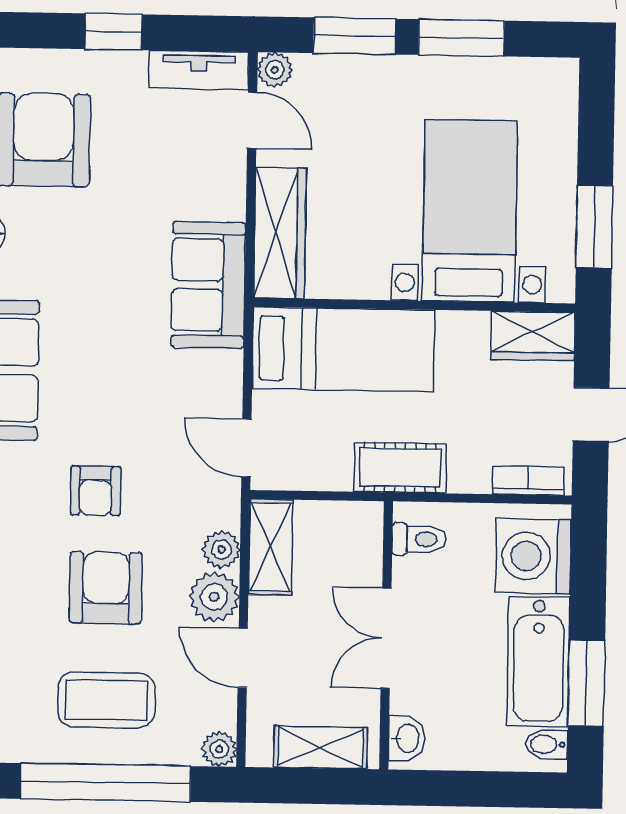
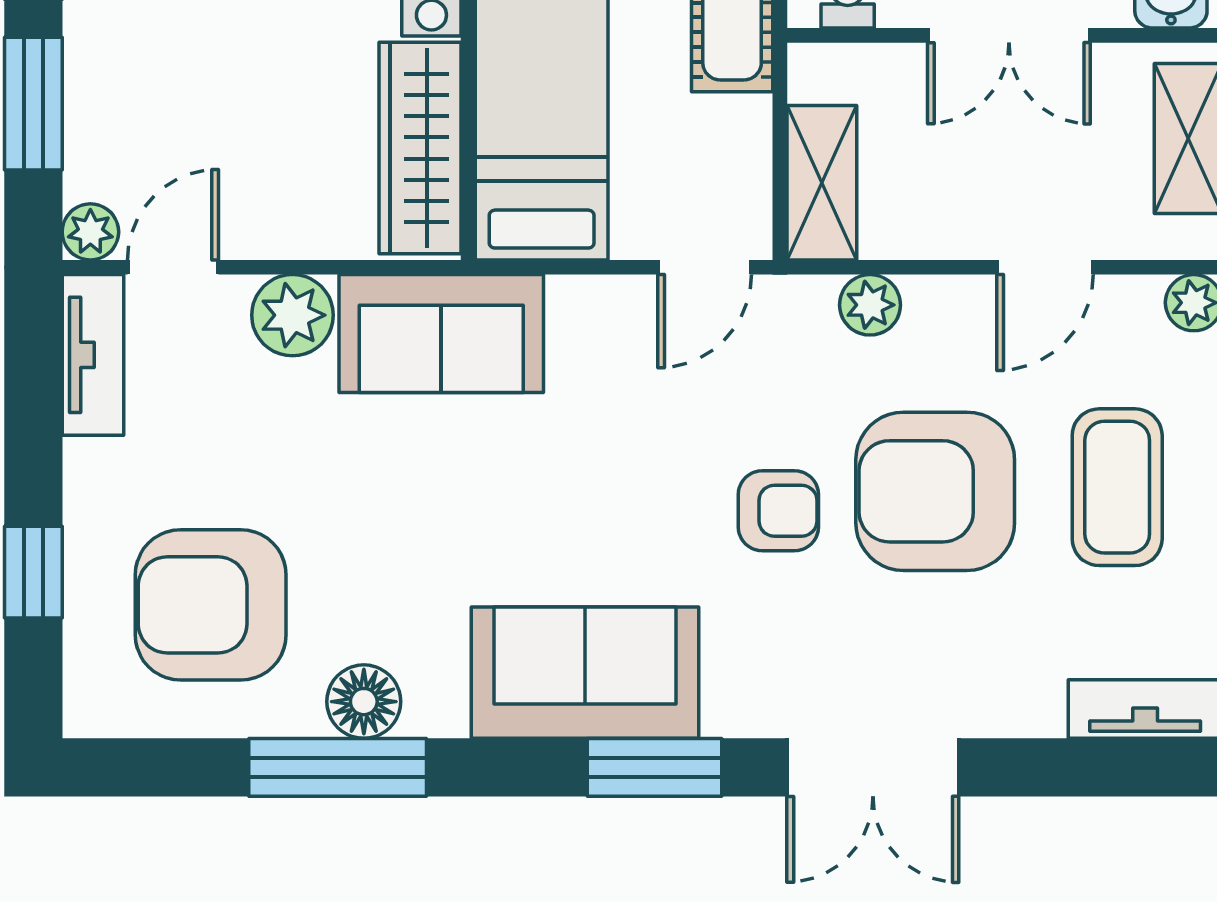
window: (114, 32) -> (33, 572), moved
wardrobe: (280, 233) -> (420, 148), moved, turned -90
shelving: (271, 547) -> (822, 183), moved, turned 90
armchair: (106, 588) -> (935, 491), width x1.36, depth x1.36
plant: (214, 597) -> (292, 315), moved

